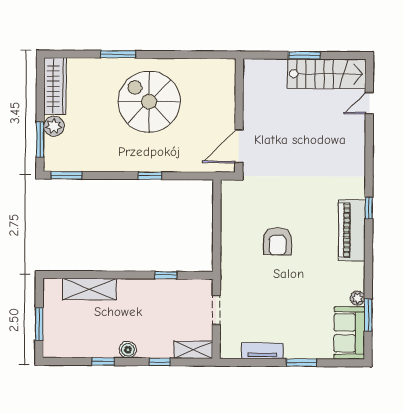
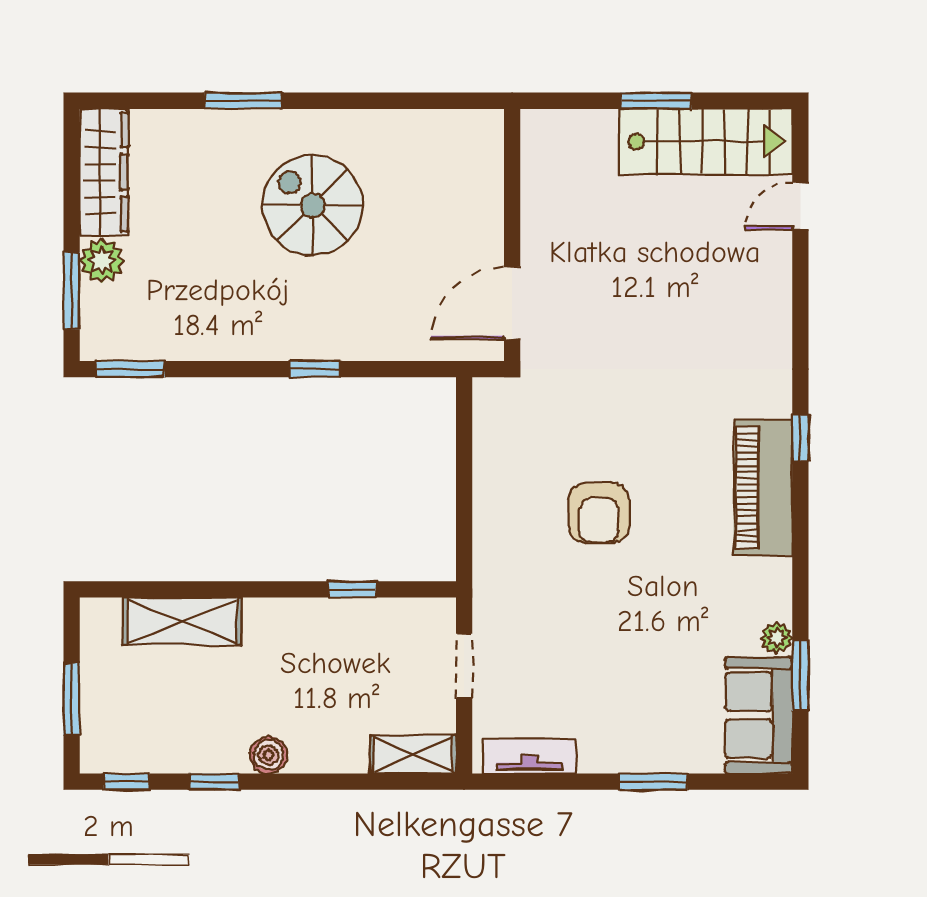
spiral stairs: (149, 102) -> (312, 205), width x0.73, depth x0.73
tv unit: (262, 351) -> (530, 756), moved
window: (160, 362) -> (126, 782), moved

